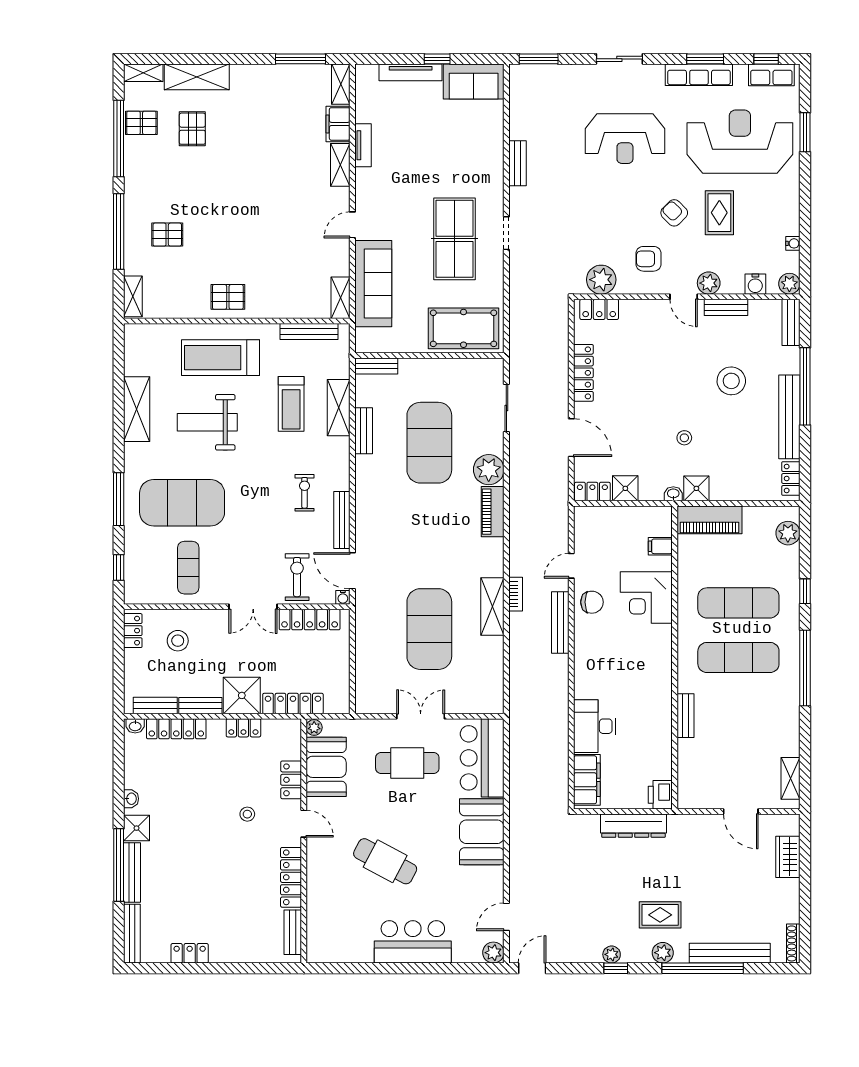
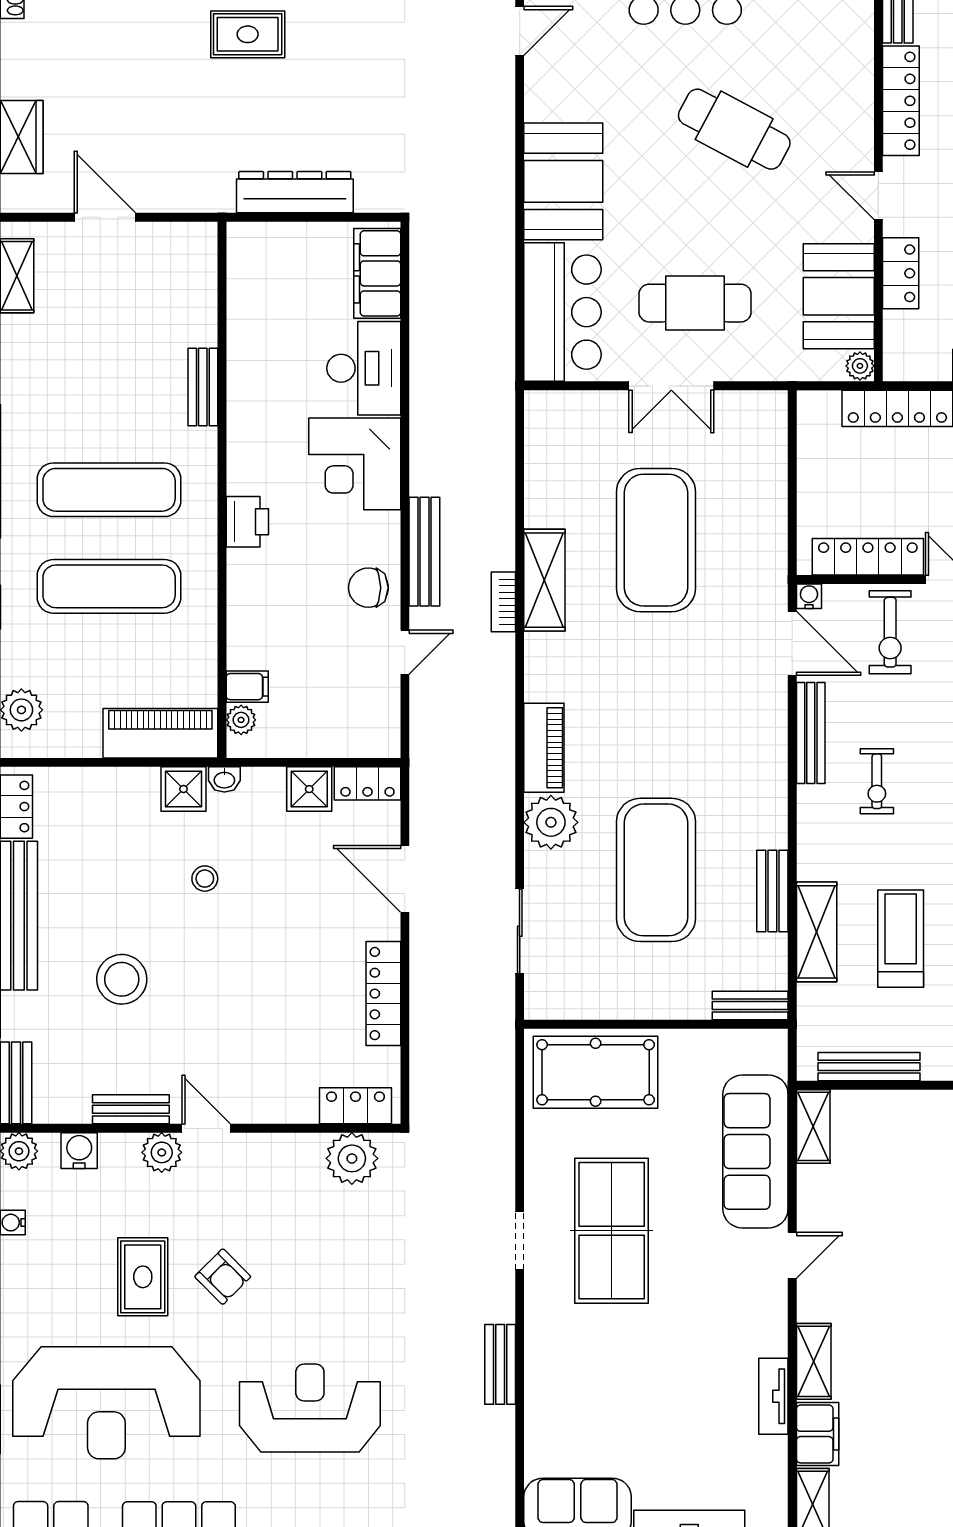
armchair: (649, 259) -> (268, 1195), removed
plant: (664, 527) -> (241, 720), added
corner desk: (646, 598) -> (355, 464), moved, turned 180
printer: (660, 795) -> (247, 522), moved

